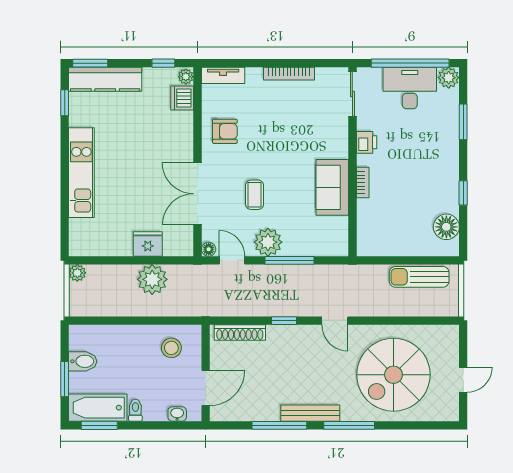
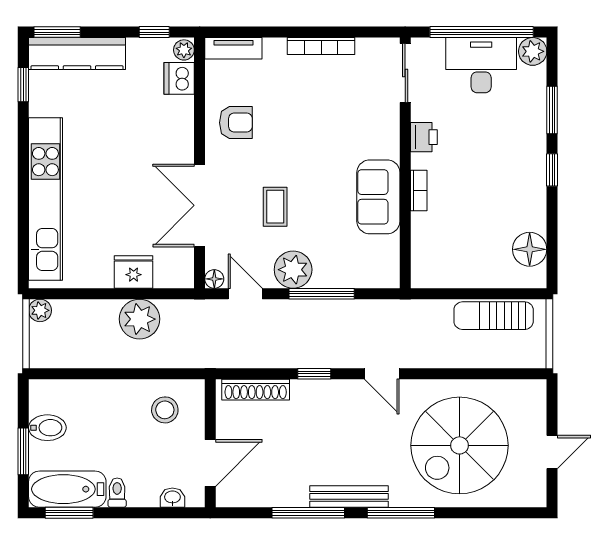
kitchen unit: (81, 173) -> (45, 199), width x1.36
window: (463, 193) -> (552, 170), moved

